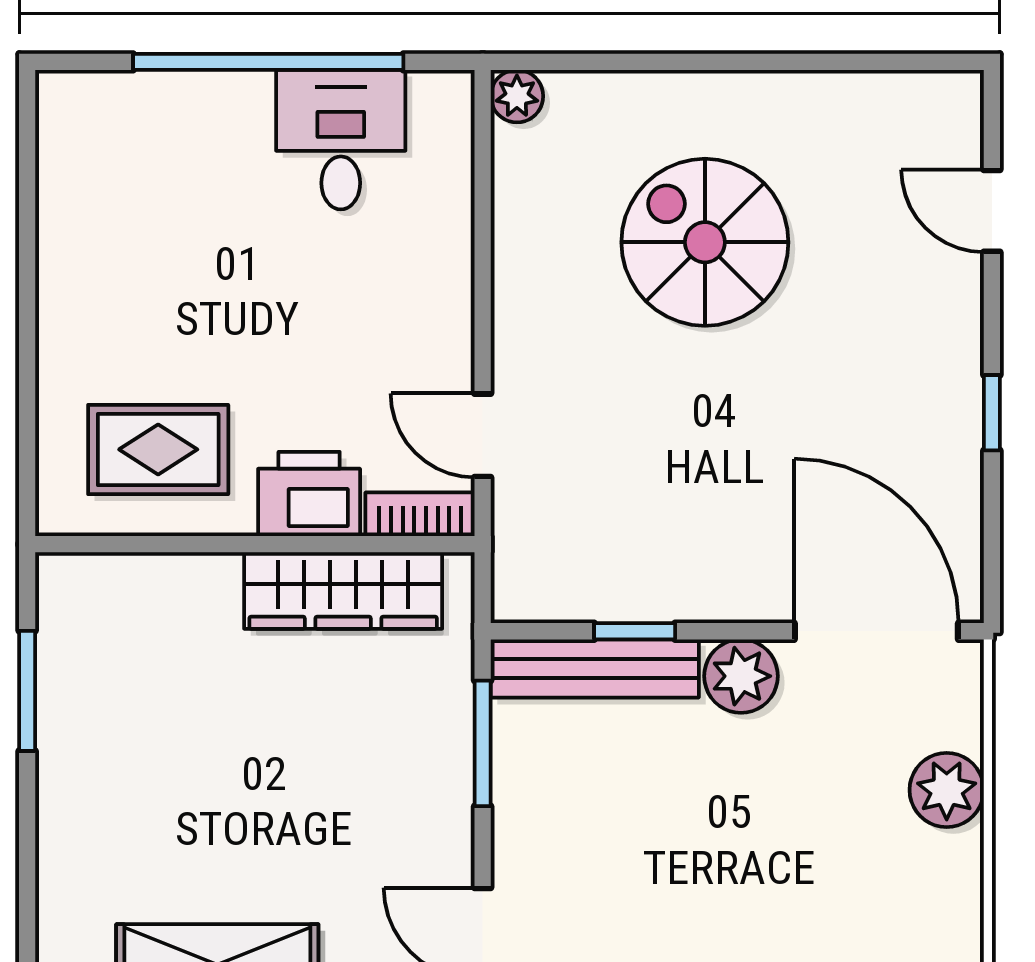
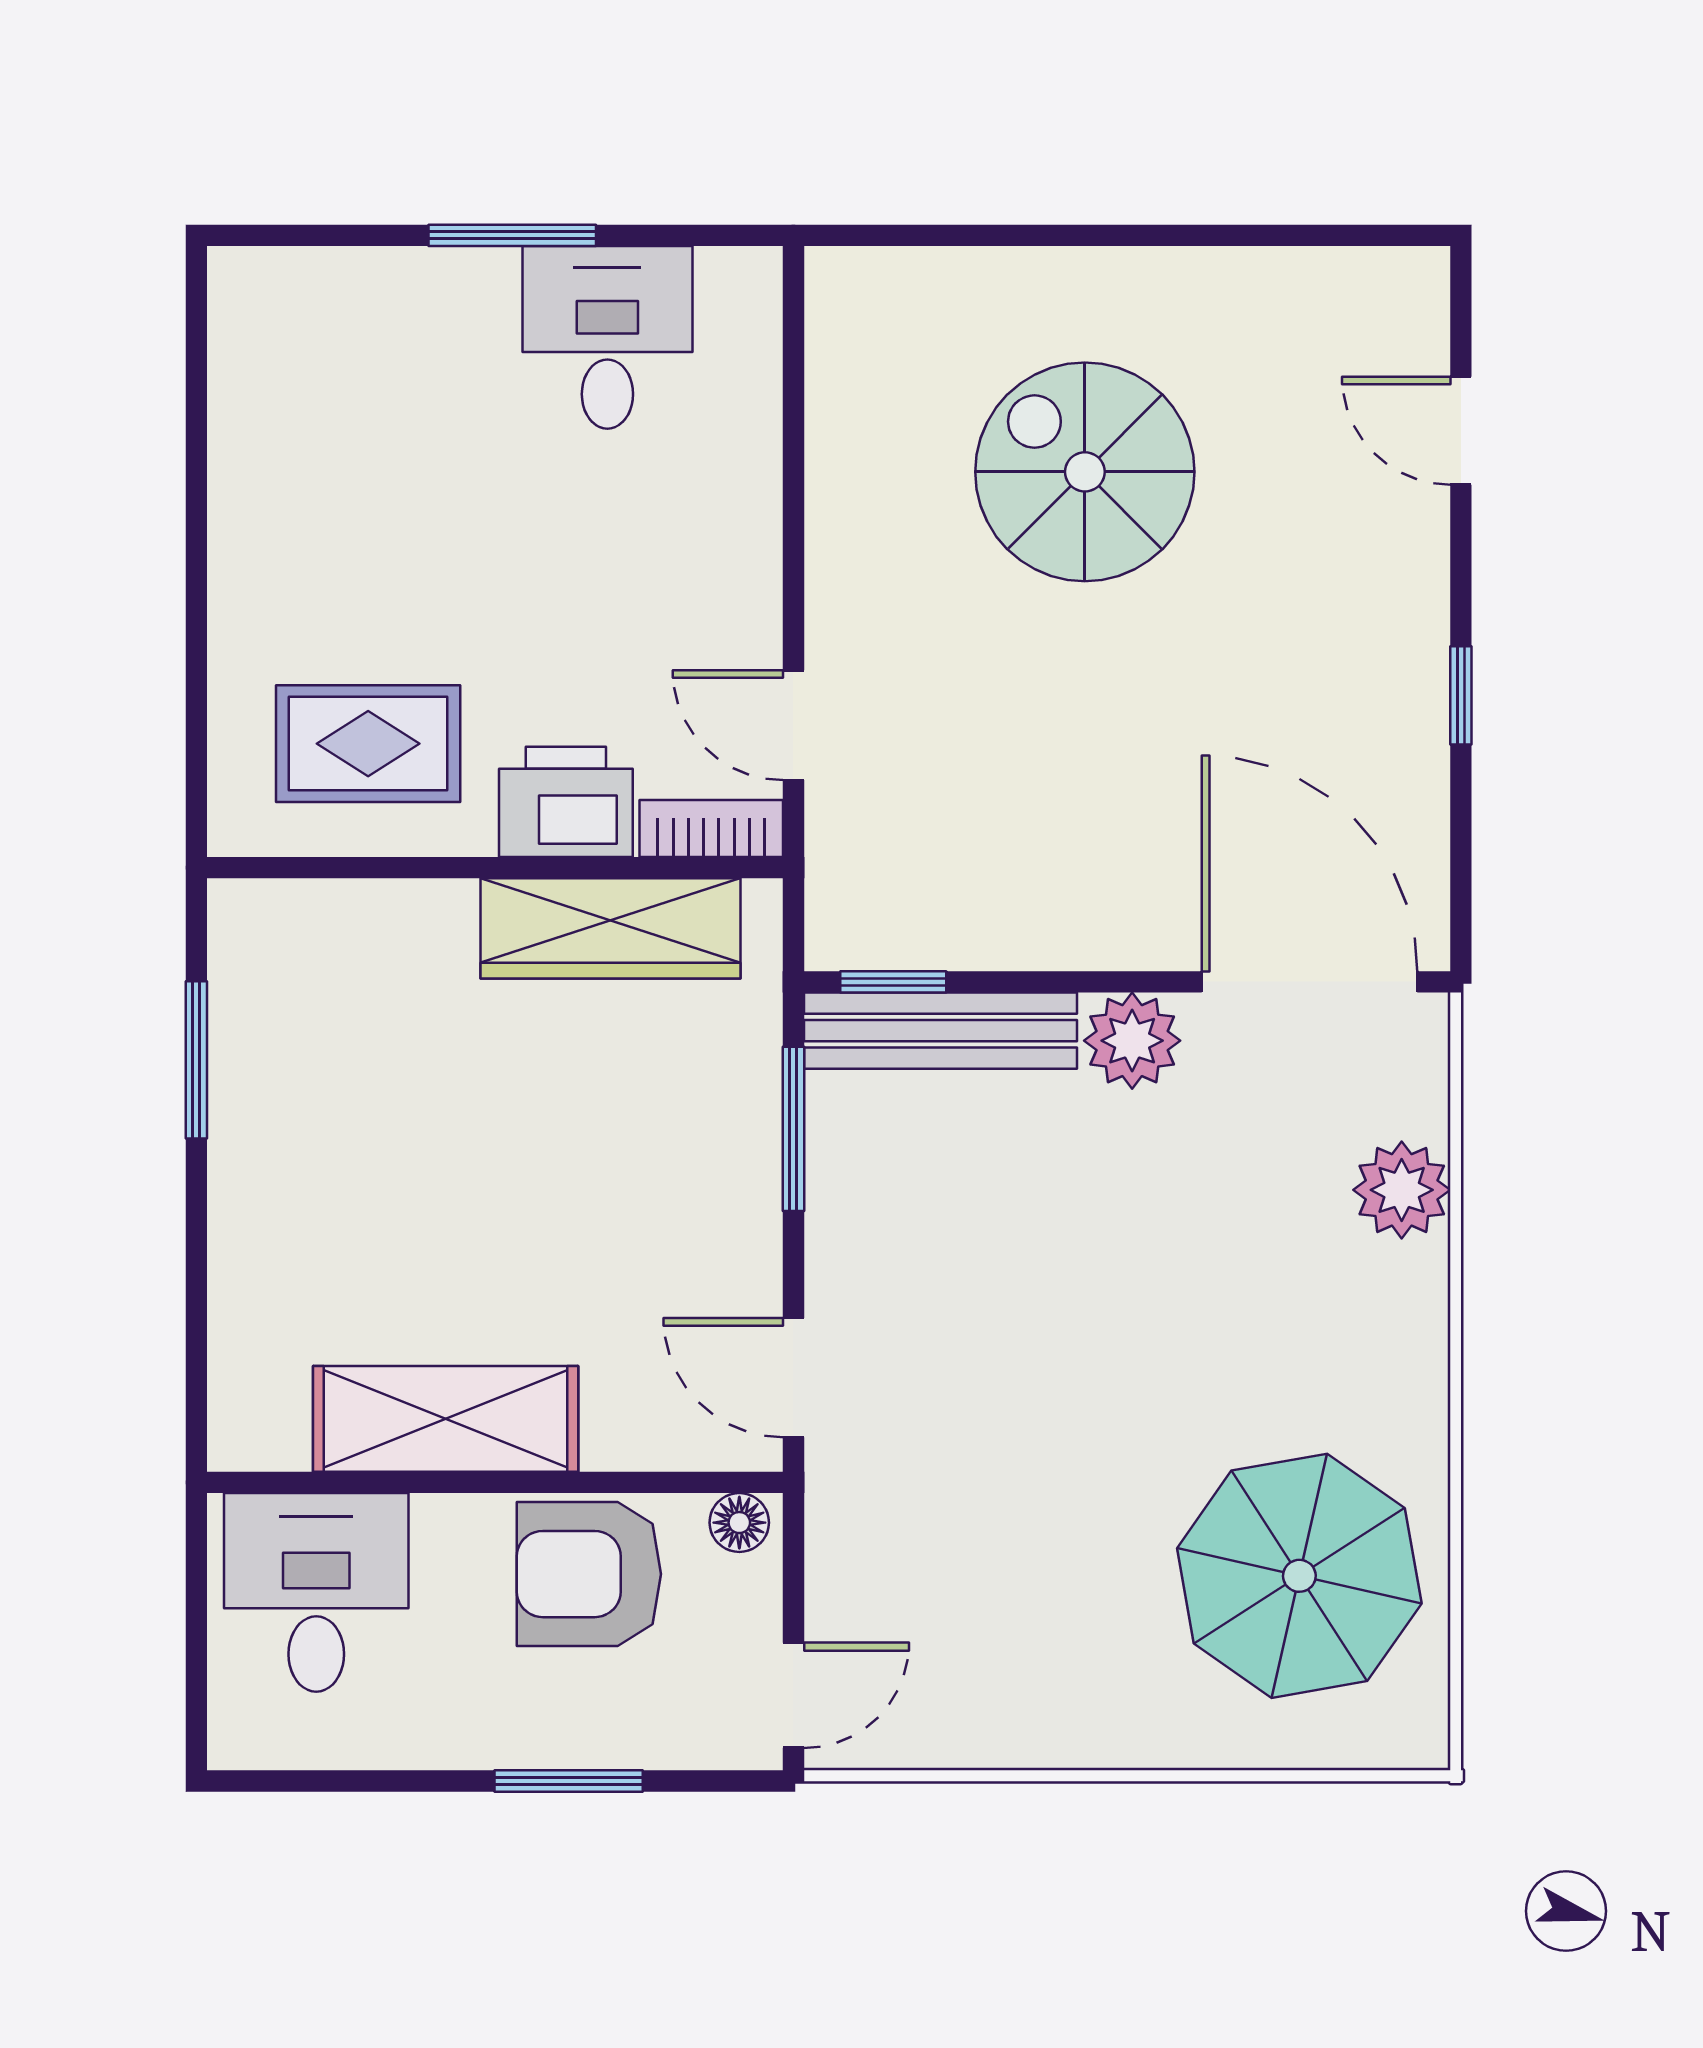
window: (268, 62) -> (512, 235), width x0.47
plant: (517, 96) -> (838, 280), removed
window: (635, 631) -> (893, 982), moved

